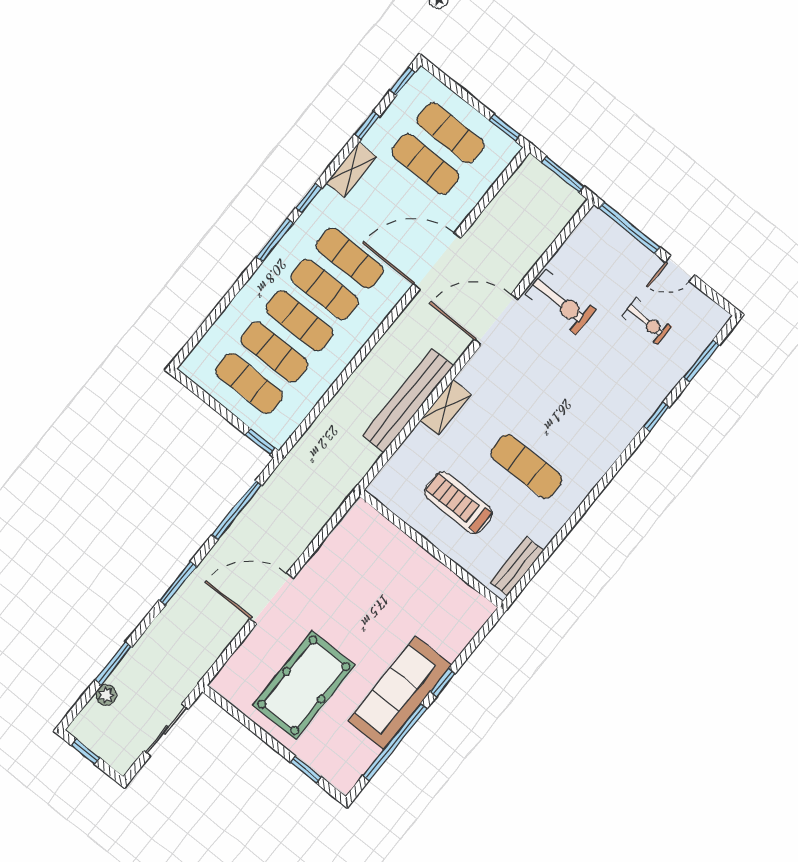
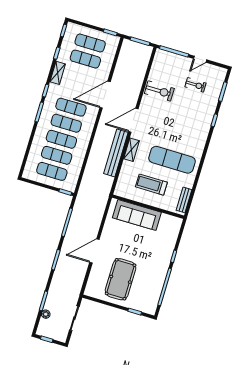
door: (496, 320) -> (133, 120), moved
exercise mat: (527, 466) -> (172, 160), width x1.36, depth x1.45
sofa: (400, 693) -> (137, 215), moved, turned -90

